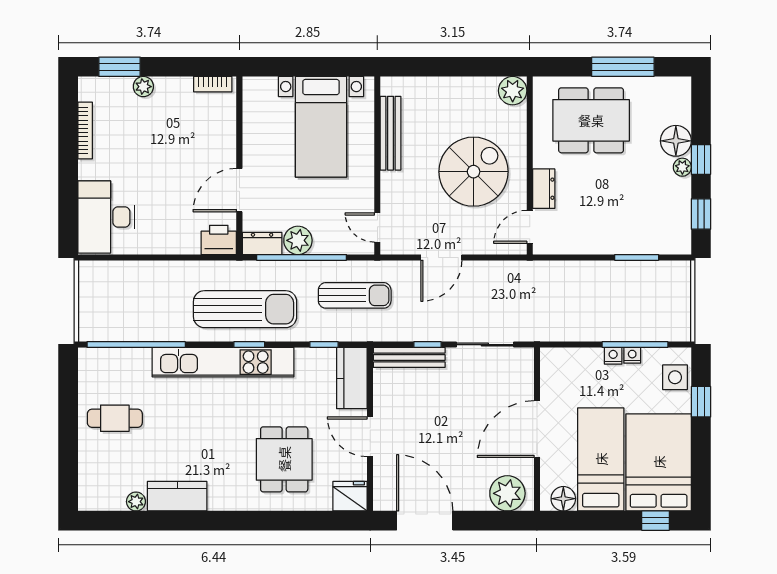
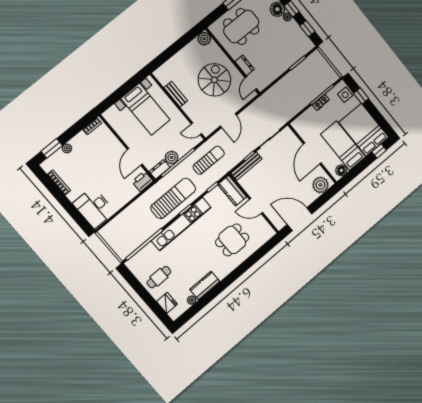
bench: (391, 133) -> (176, 94), width x0.73
dining table: (284, 459) -> (232, 240), turned 90
fridge: (350, 496) -> (167, 303), moved, turned 90

